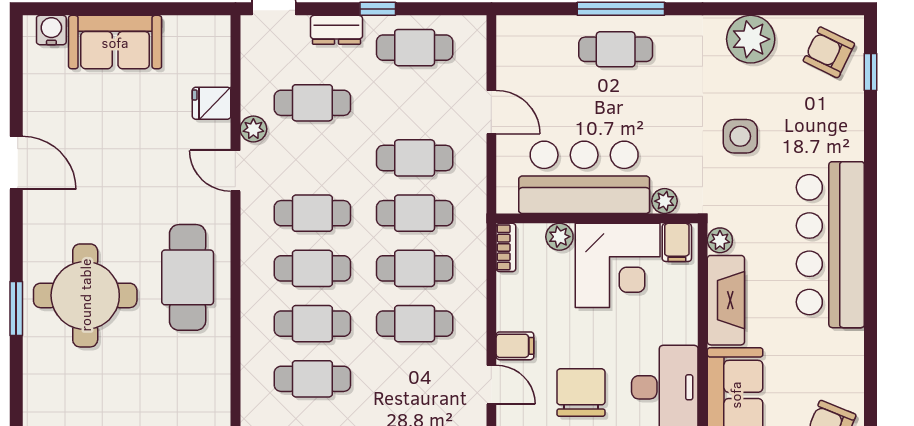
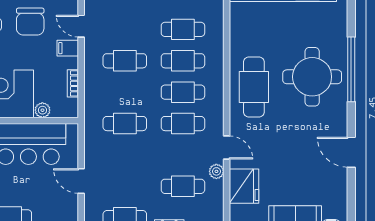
fridge: (212, 103) -> (244, 186), width x1.88, depth x1.34
cafe table: (415, 158) -> (125, 155), removed
bookcase: (506, 247) -> (73, 83), moved
cafe table: (415, 268) -> (125, 92), removed
window: (16, 309) -> (351, 69), width x2.11

